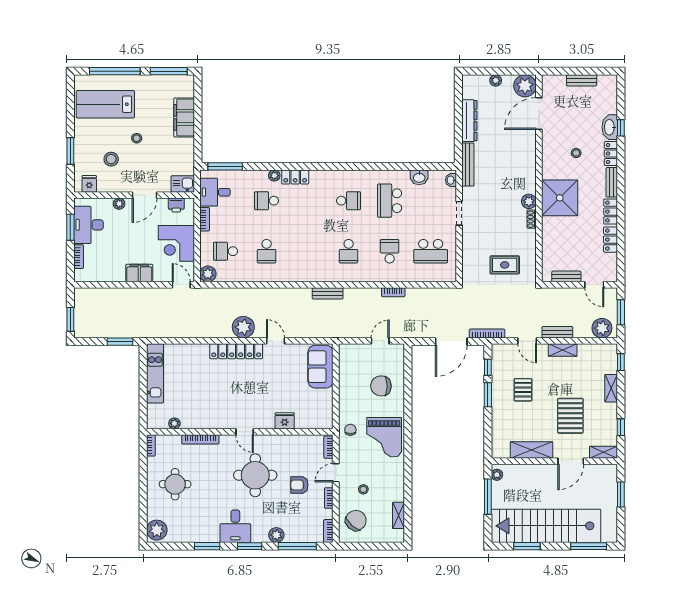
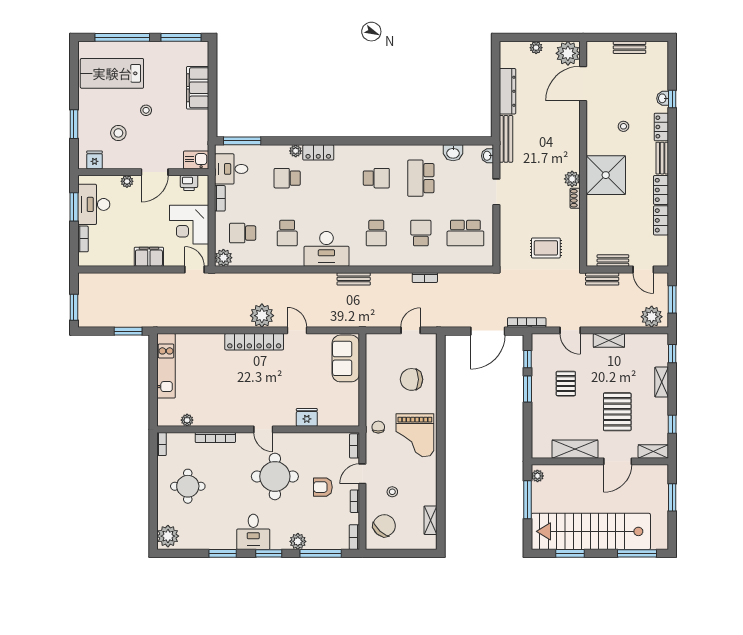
washbasin: (610, 127) -> (663, 98), width x0.52, depth x0.69
desk: (303, 266) -> (326, 249), added
bench: (557, 332) -> (602, 279), moved

